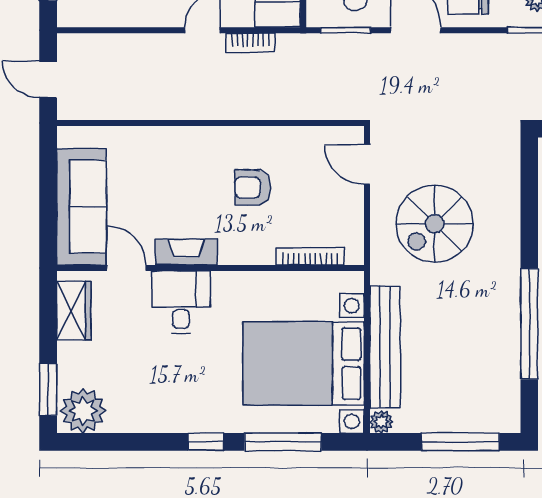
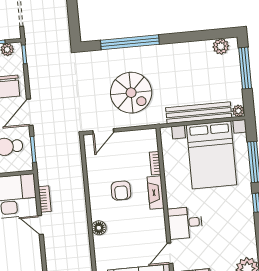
floor lamp: (187, 139) -> (99, 228), added
fireplace: (186, 252) -> (156, 192), moved
bookcase: (310, 256) -> (155, 163), width x0.64
window: (529, 324) -> (130, 42), moved
plant: (505, 400) -> (221, 46), added

